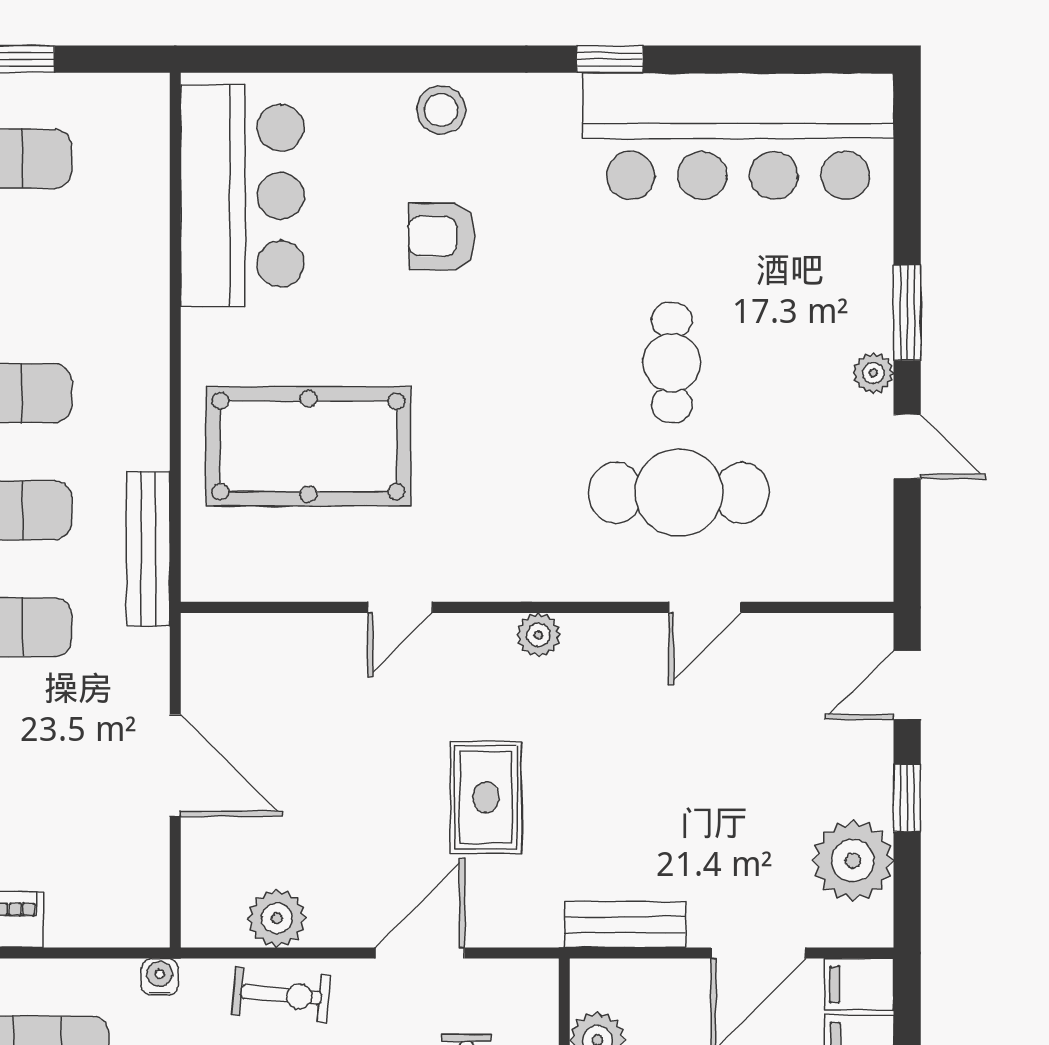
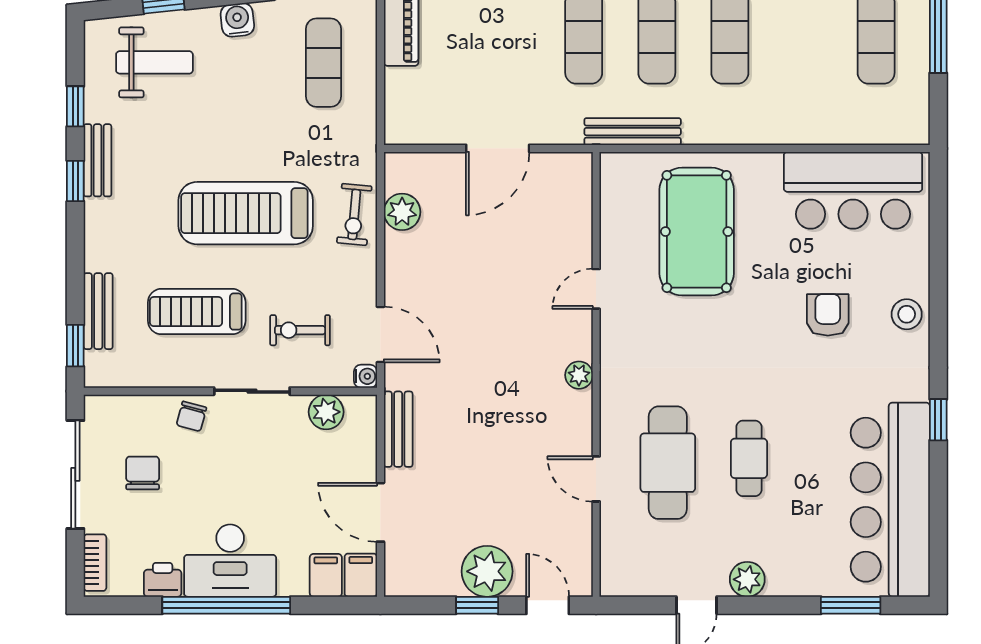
window: (907, 313) -> (851, 605), moved
cafe table: (672, 363) -> (749, 458), turned 90
plant: (873, 373) -> (747, 579), width x1.38, depth x1.38
door: (400, 607) -> (596, 289), hinge flipped
rug: (486, 797) -> (478, 342), removed
plant: (853, 861) -> (487, 571), moved
door: (420, 953) -> (380, 334), moved
water cooler: (160, 977) -> (365, 376), moved

